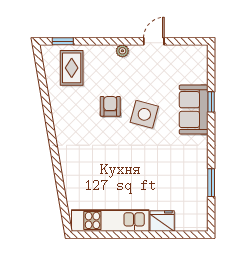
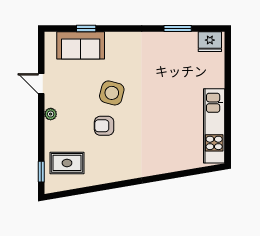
window: (211, 102) -> (86, 28), moved
sofa: (194, 110) -> (81, 45), moved
fridge: (162, 221) -> (210, 42), moved, turned -90

